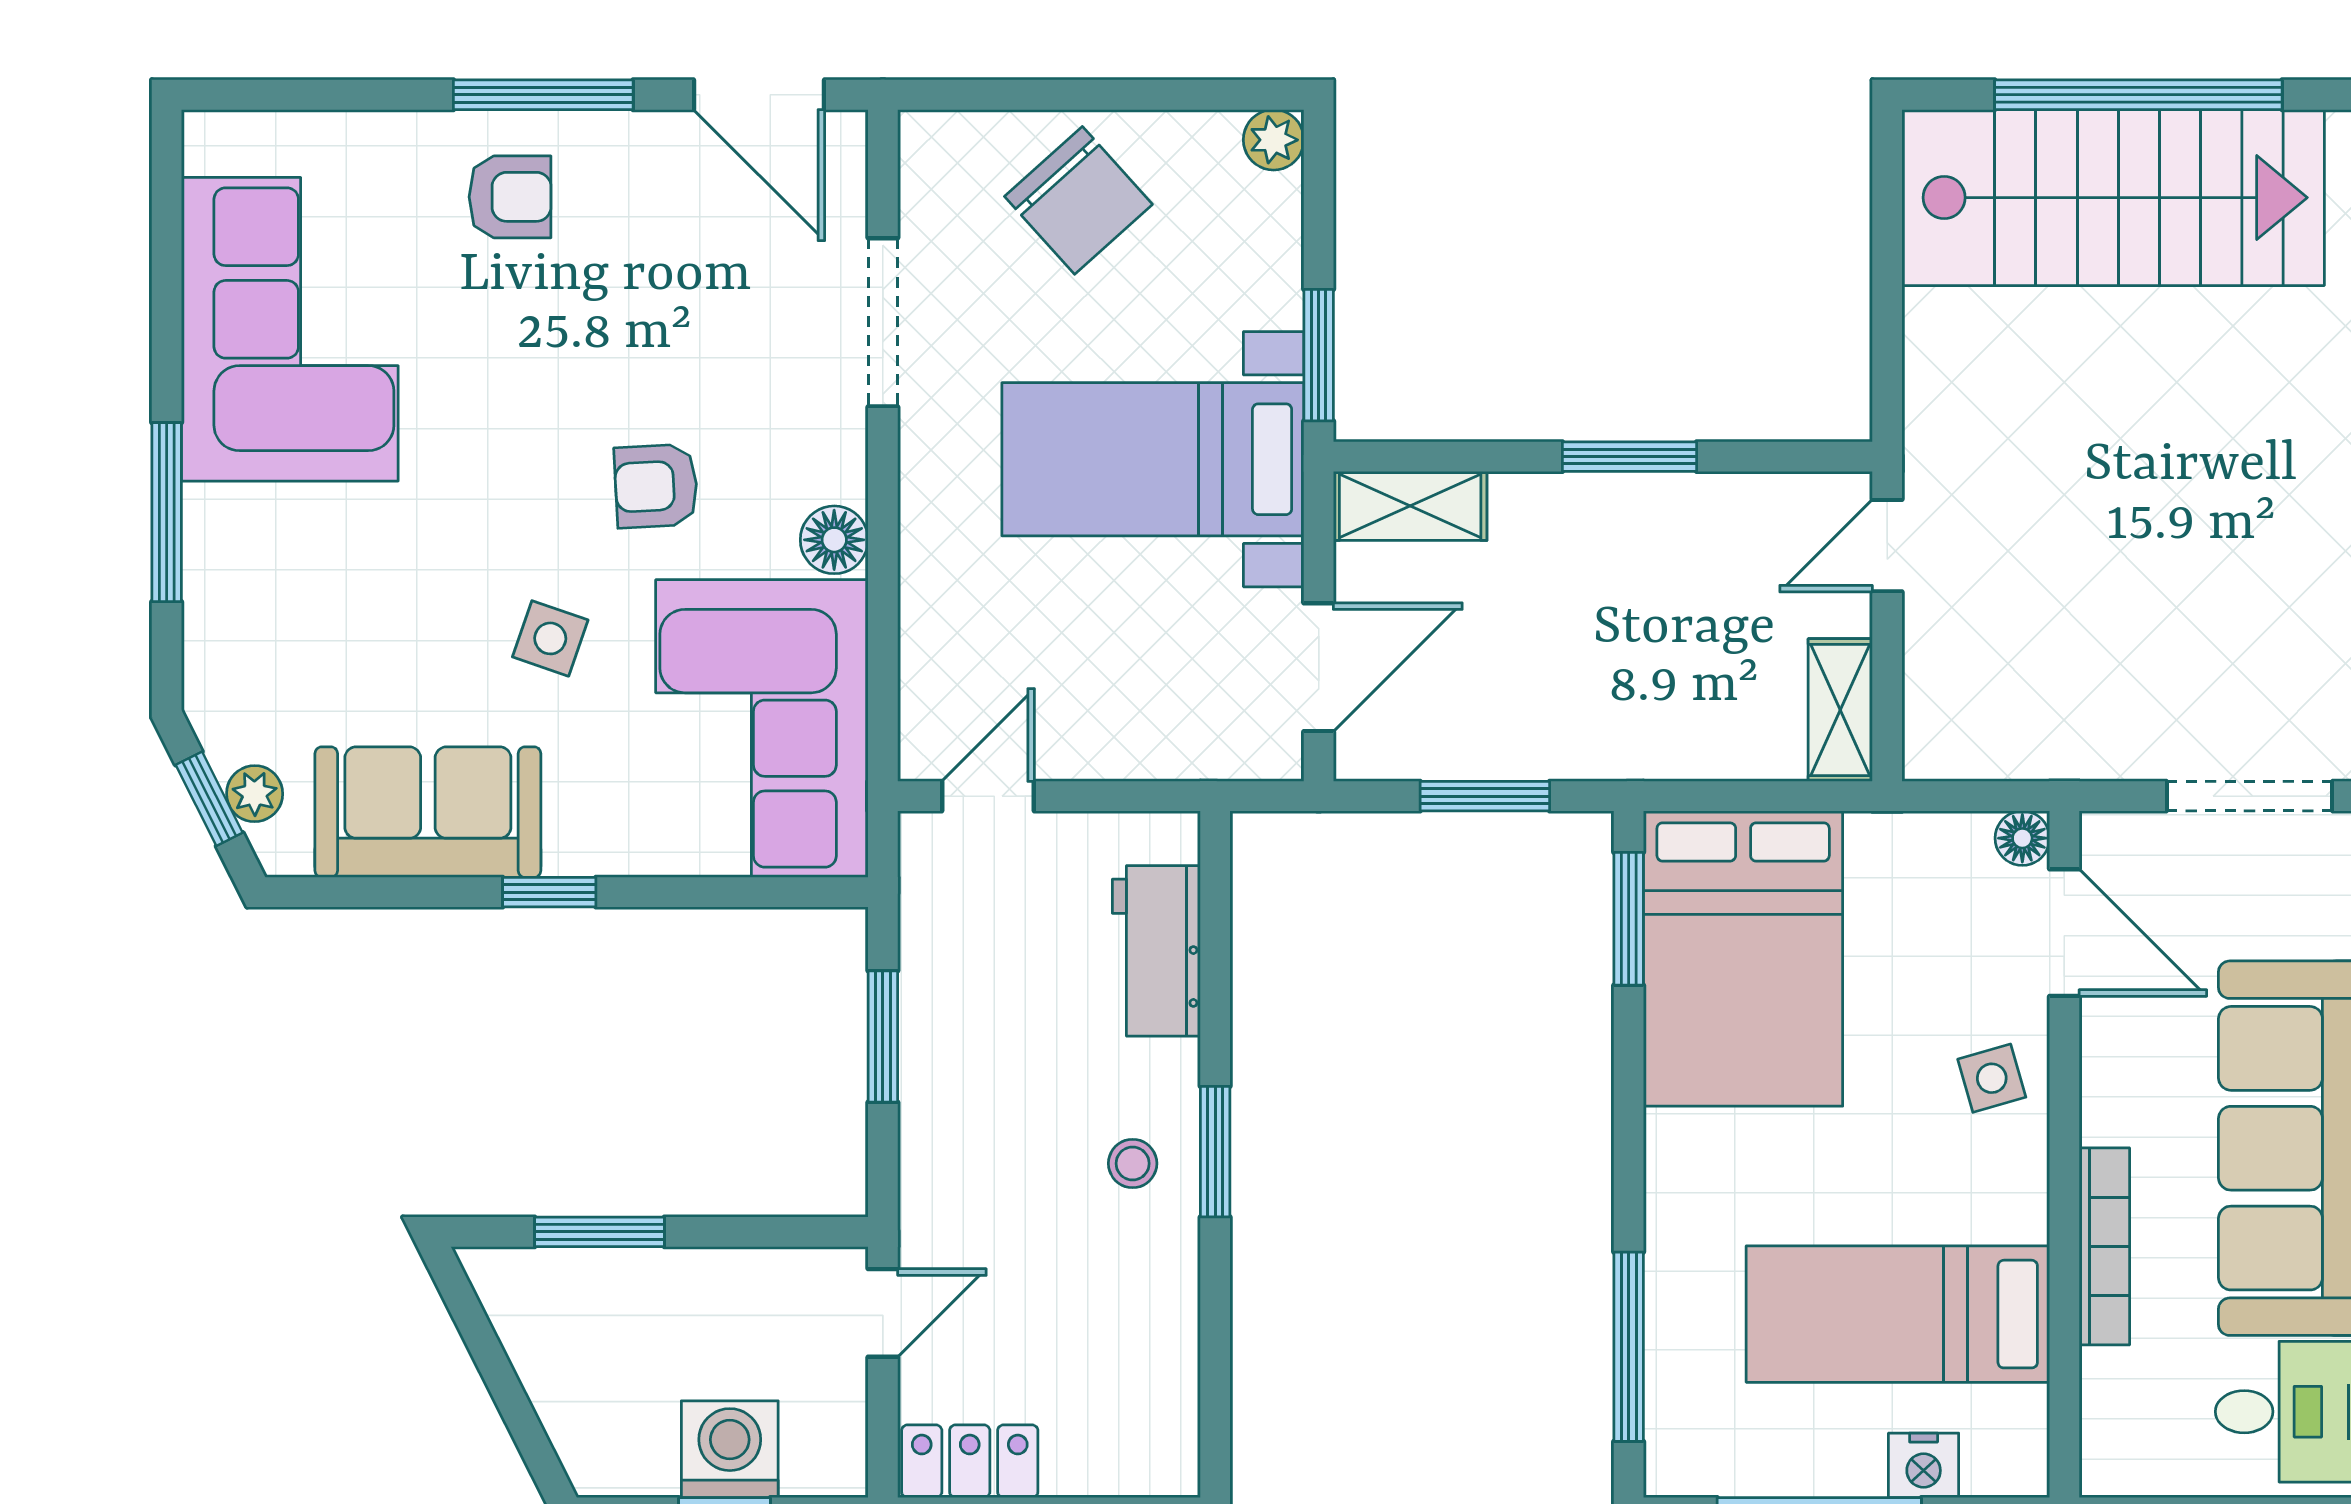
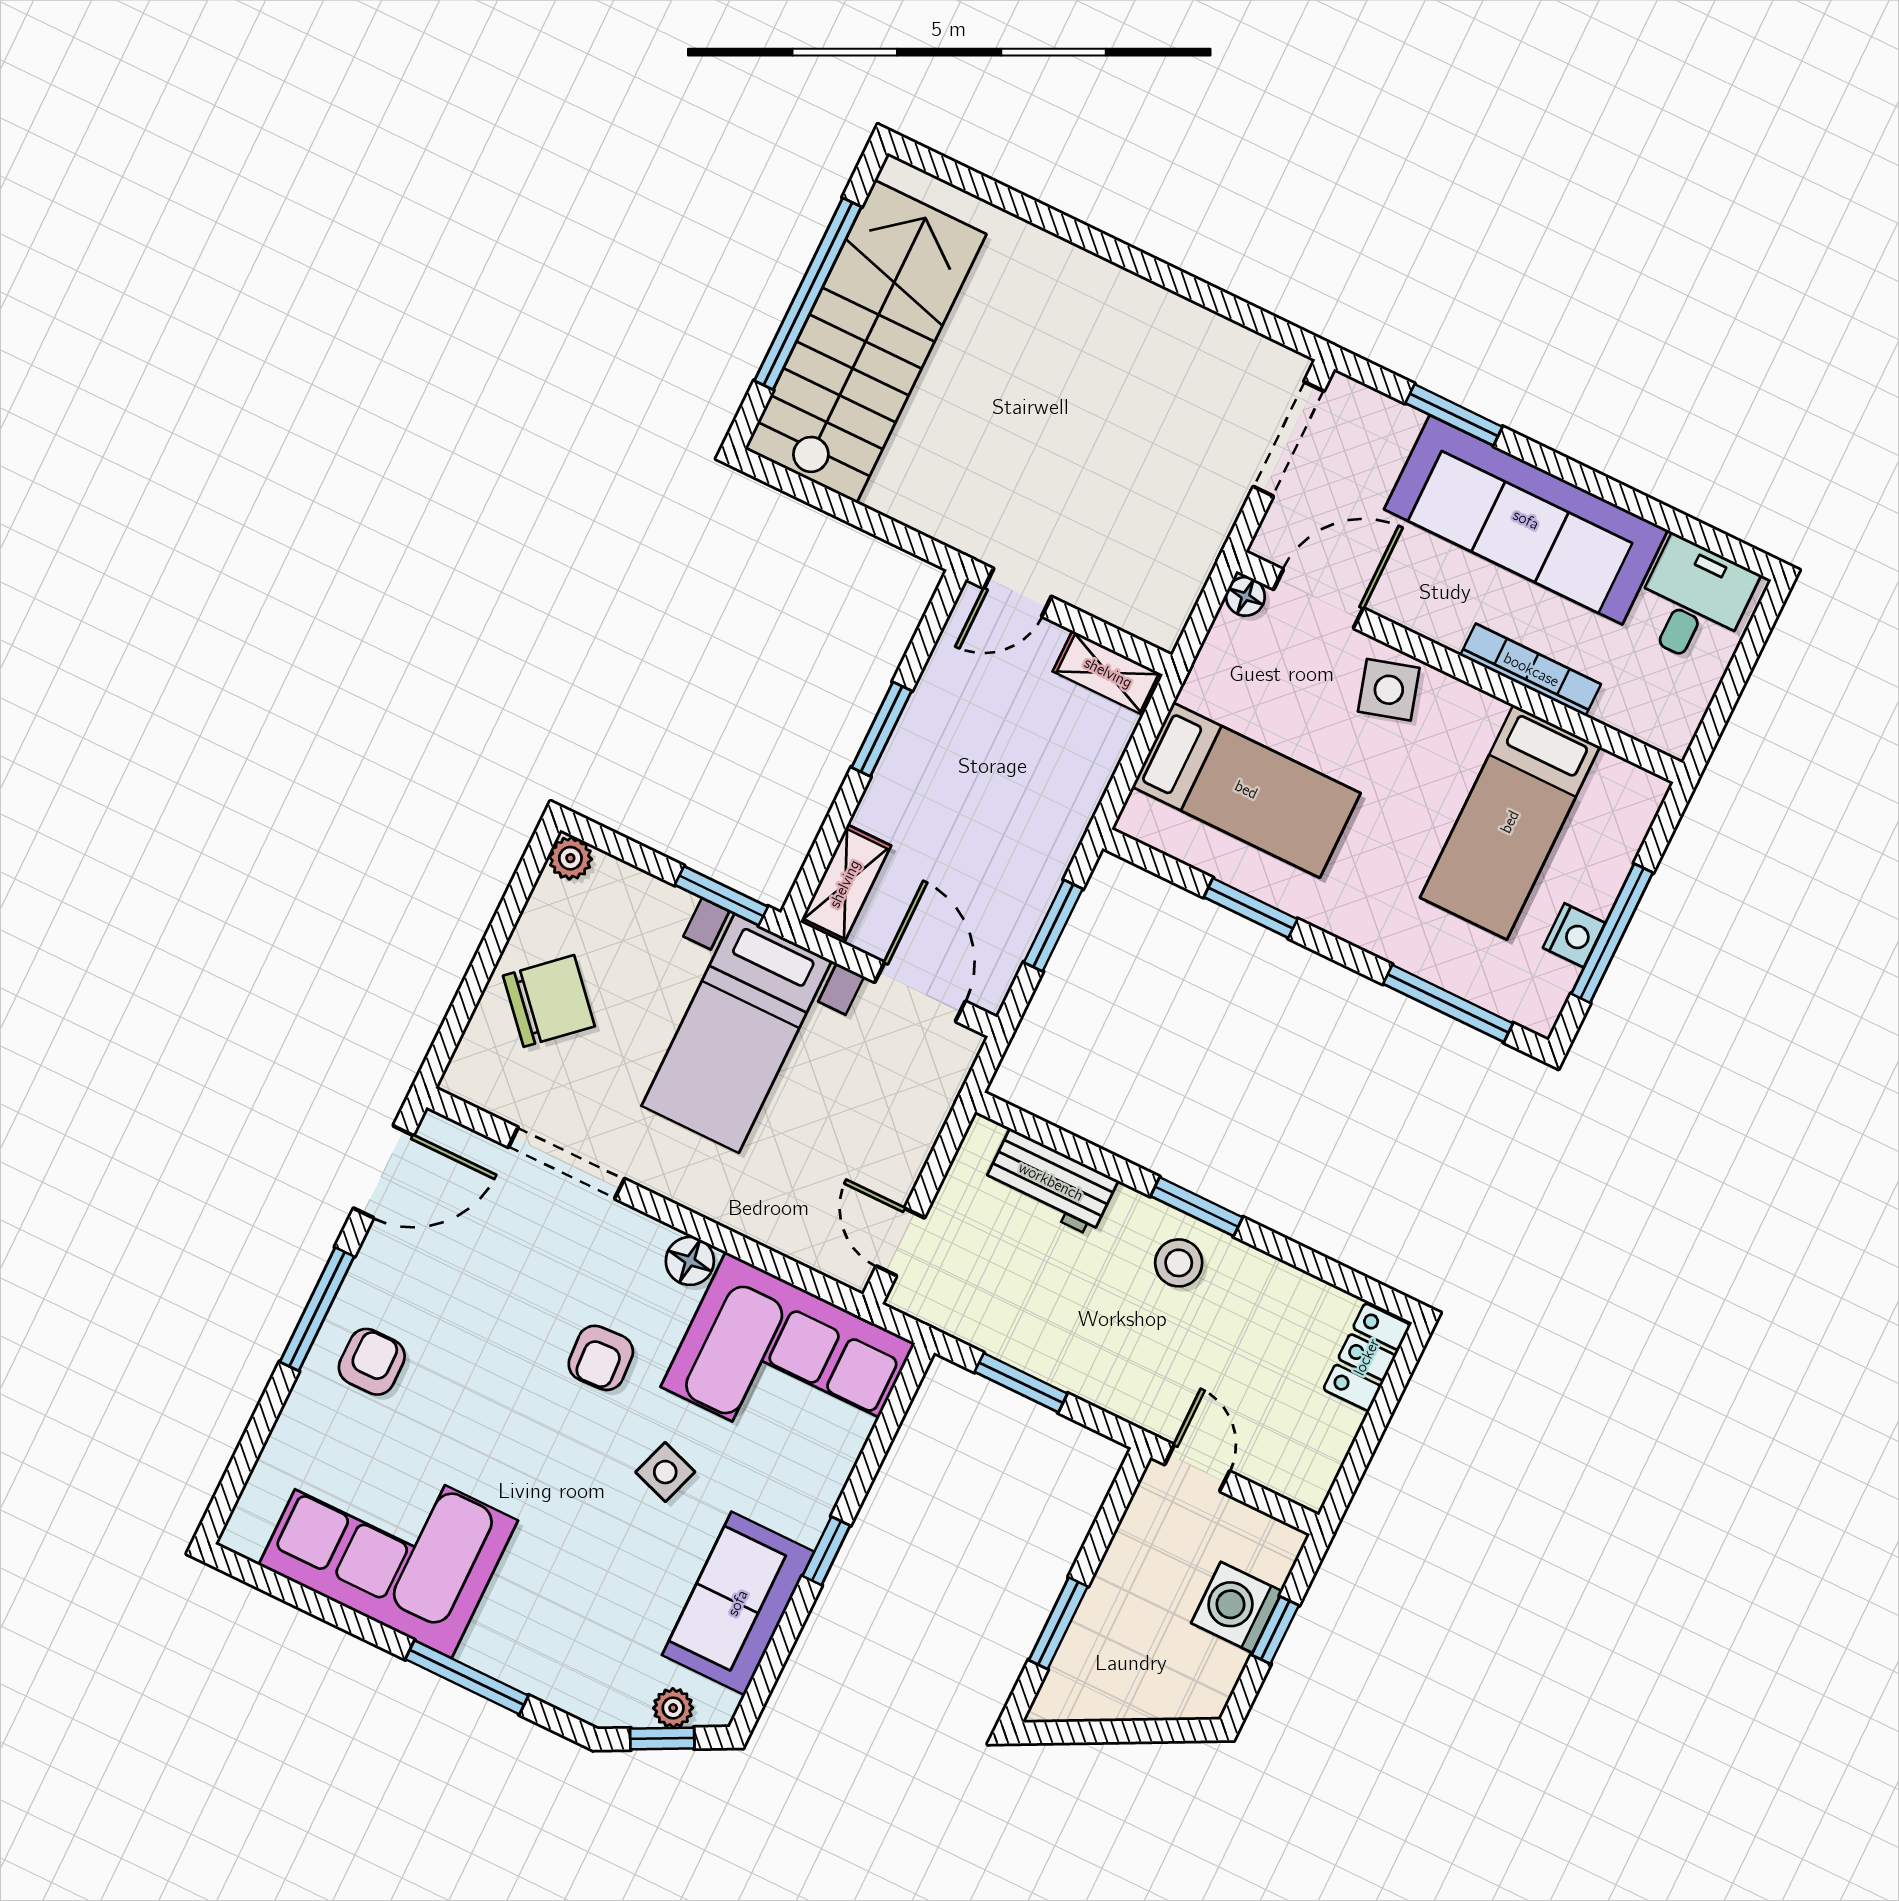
door: (1887, 546) -> (1018, 592), hinge flipped
window: (1629, 919) -> (1251, 908), moved
bed: (1743, 959) -> (1246, 790), width x0.67
side table: (1992, 1078) -> (1389, 690), width x1.37, depth x1.37
stool: (1133, 1163) -> (1179, 1263), width x1.37, depth x1.37
locker: (970, 1461) -> (1367, 1357), moved
nightstand: (1924, 1465) -> (1574, 935), moved

